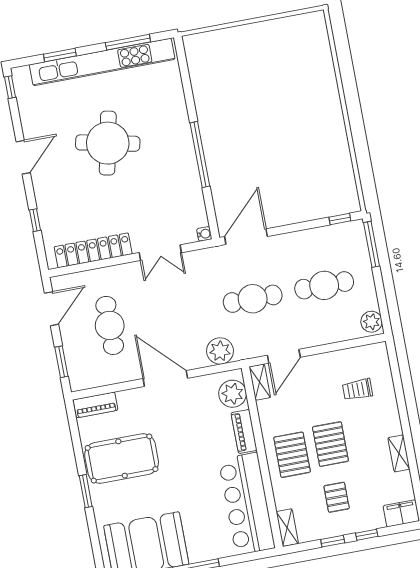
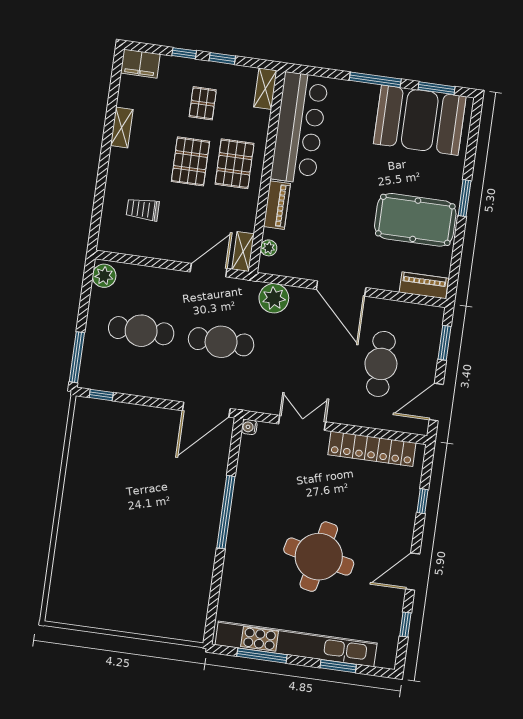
window: (10, 87) -> (405, 625), moved
trolley: (357, 389) -> (143, 209), turned 180
plant: (233, 394) -> (269, 248), width x0.53, depth x0.53

